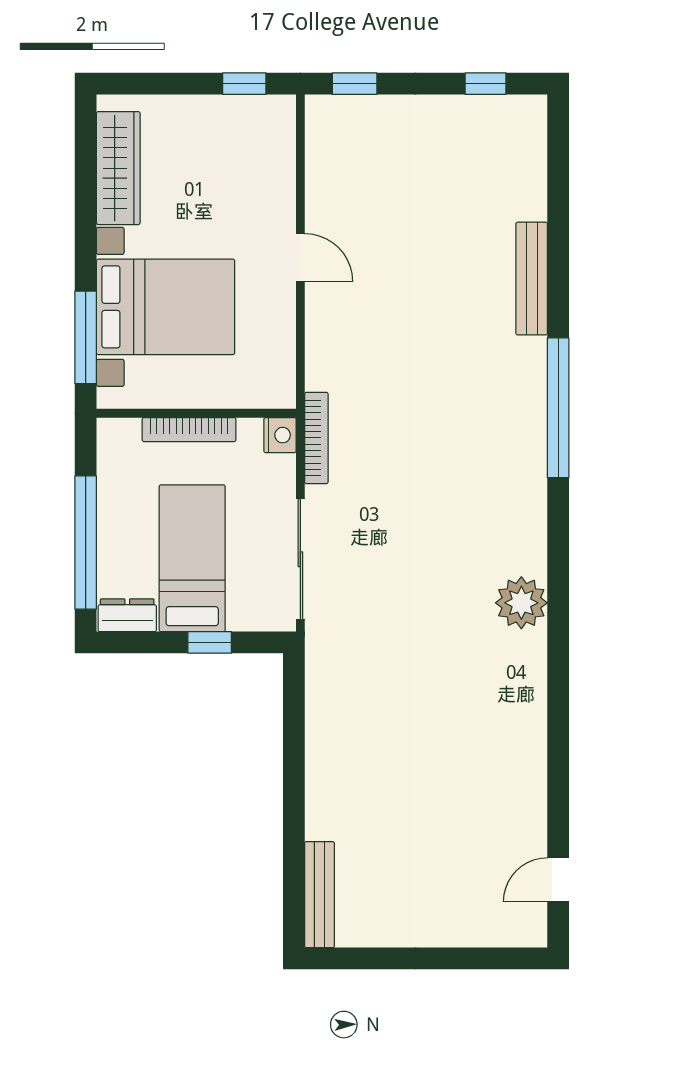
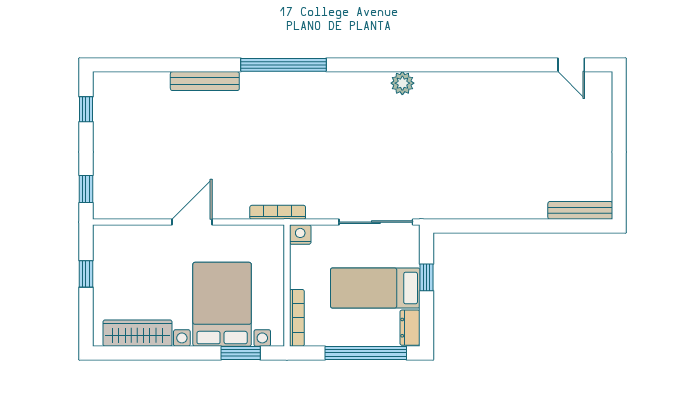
window: (244, 84) -> (86, 274), moved
door: (300, 258) -> (192, 222), width x1.38
window: (86, 337) -> (241, 353), width x0.69
bookcase: (189, 430) -> (297, 318), moved
bookcase: (316, 438) -> (278, 212), moved
plant: (521, 603) -> (402, 83), width x0.73, depth x0.73

